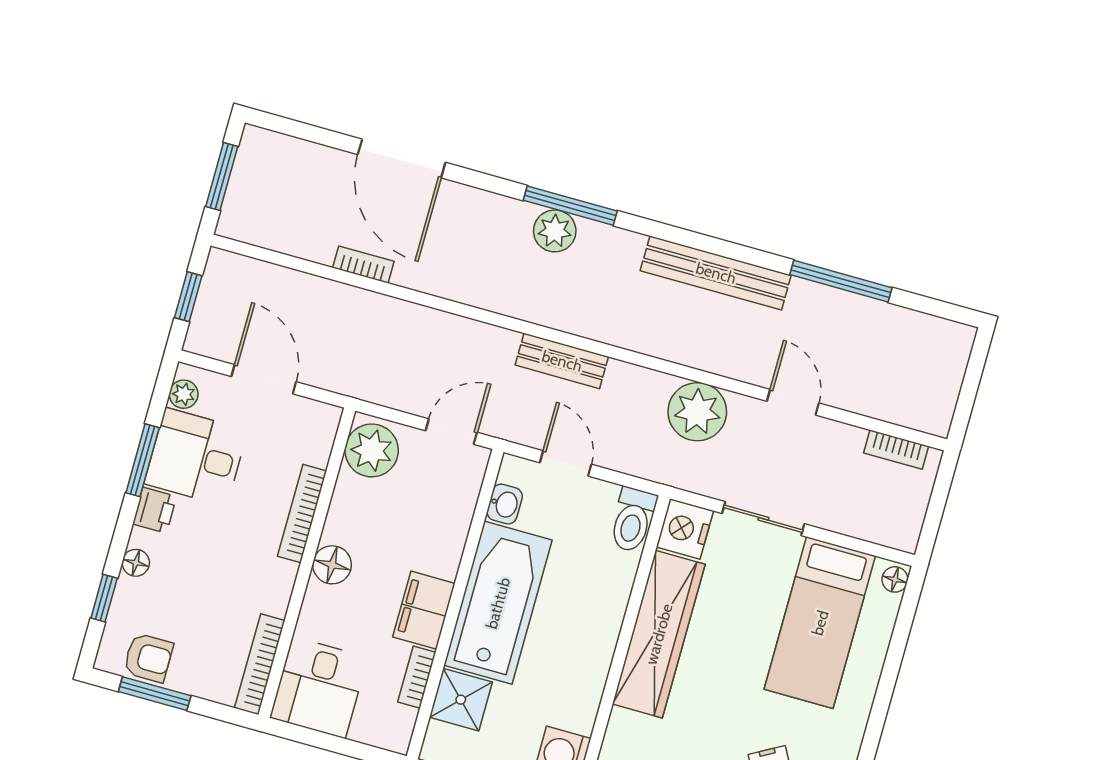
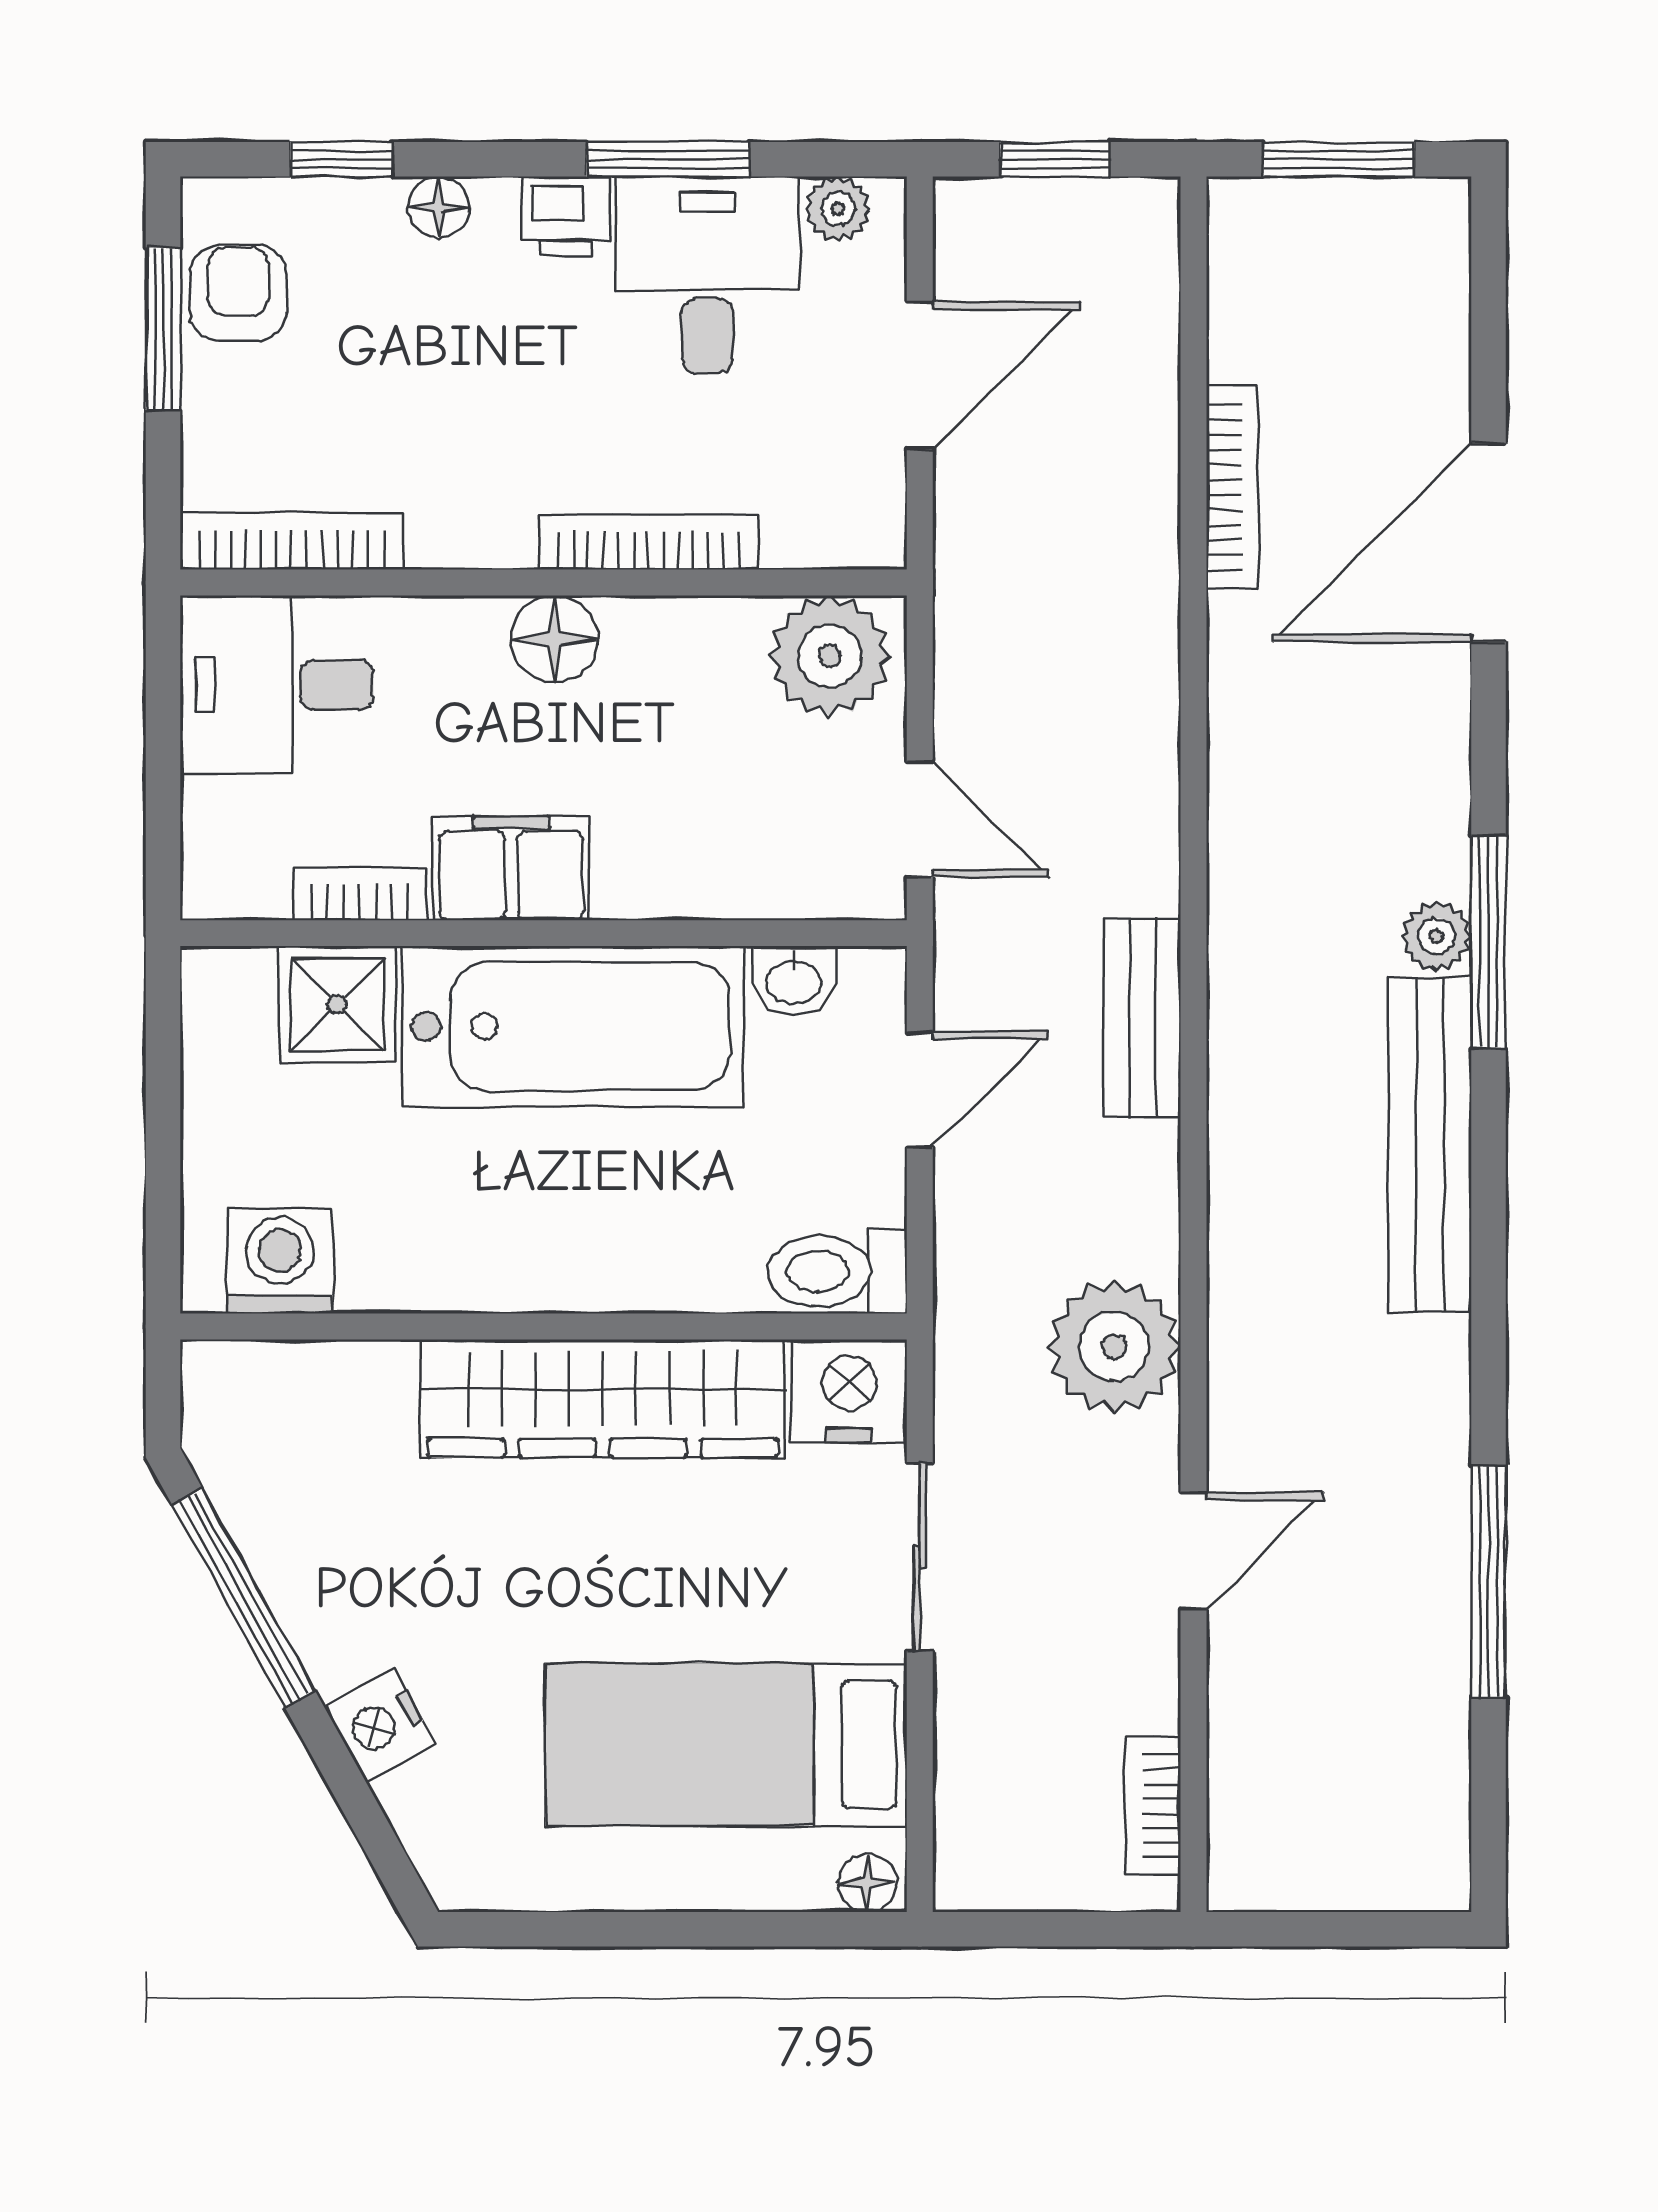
plant: (555, 231) -> (1436, 936), width x0.73, depth x0.73
bookcase: (363, 265) -> (1232, 487), width x1.56
bench: (716, 273) -> (1430, 1145), moved
armchair: (148, 658) -> (238, 293), turned 180

